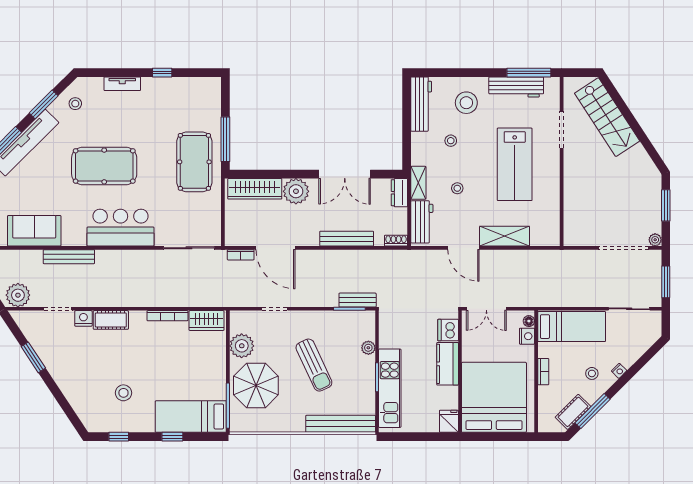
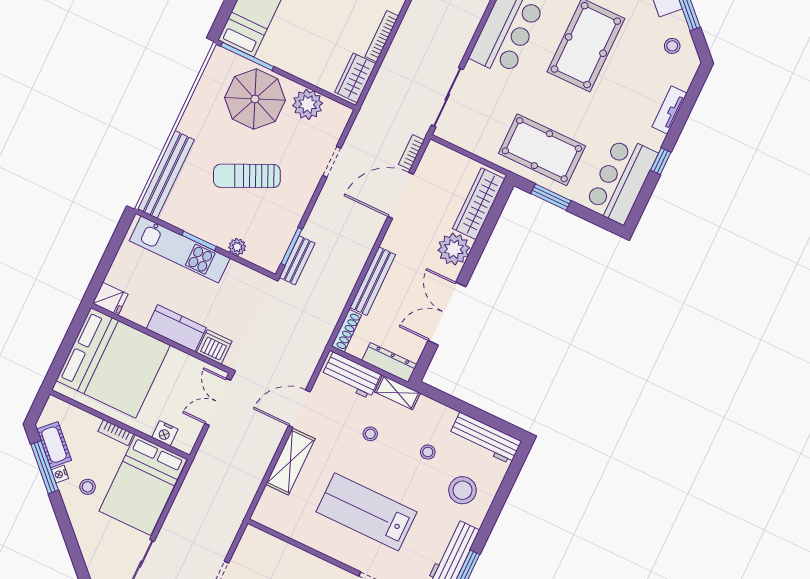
bar counter: (189, 95) -> (621, 180), added
window: (225, 139) -> (551, 197), width x0.69
dresser: (399, 193) -> (389, 362), width x1.44
shoe rack: (396, 241) -> (347, 331), width x1.43
floor lamp: (529, 321) -> (181, 444), removed
bed: (572, 327) -> (143, 485), width x1.50
nightstand: (619, 371) -> (60, 474), moved

